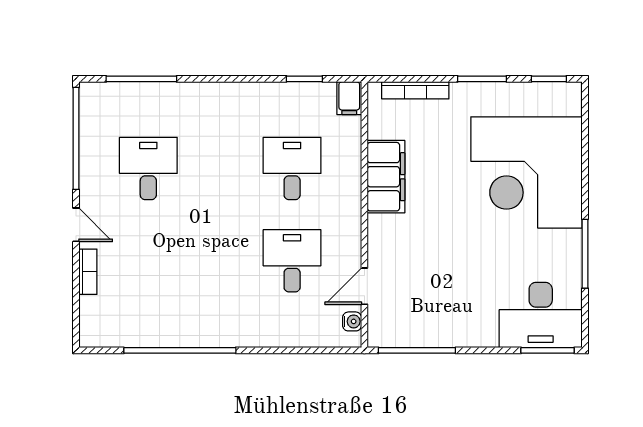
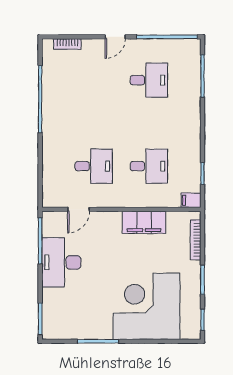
bookcase: (88, 272) -> (67, 44), moved
door: (364, 286) -> (79, 209), swing flipped
desk: (541, 315) -> (61, 262), moved
water cooler: (352, 321) -> (57, 202), removed

